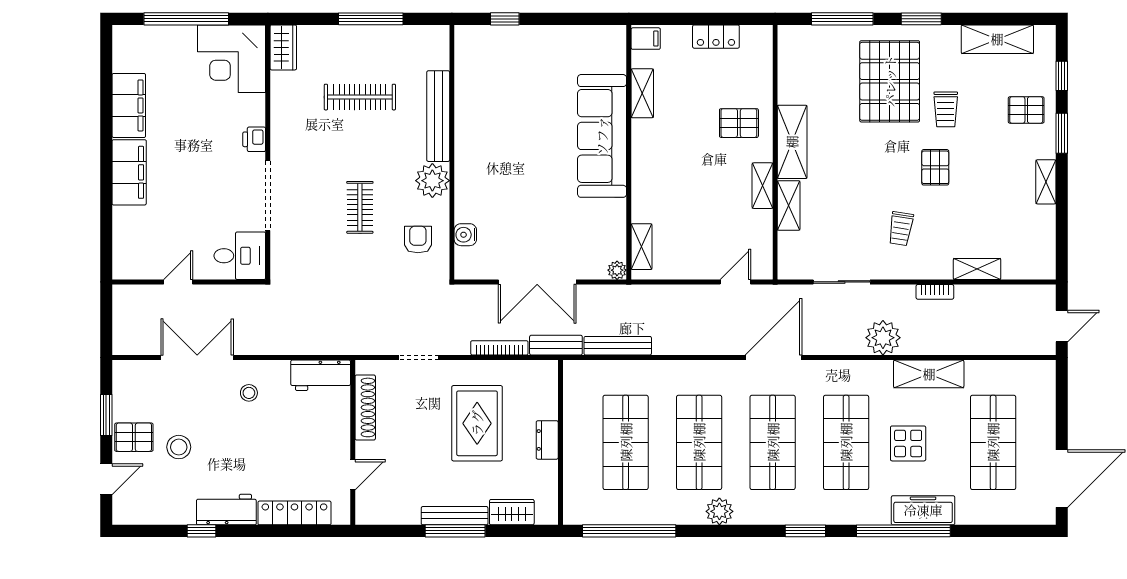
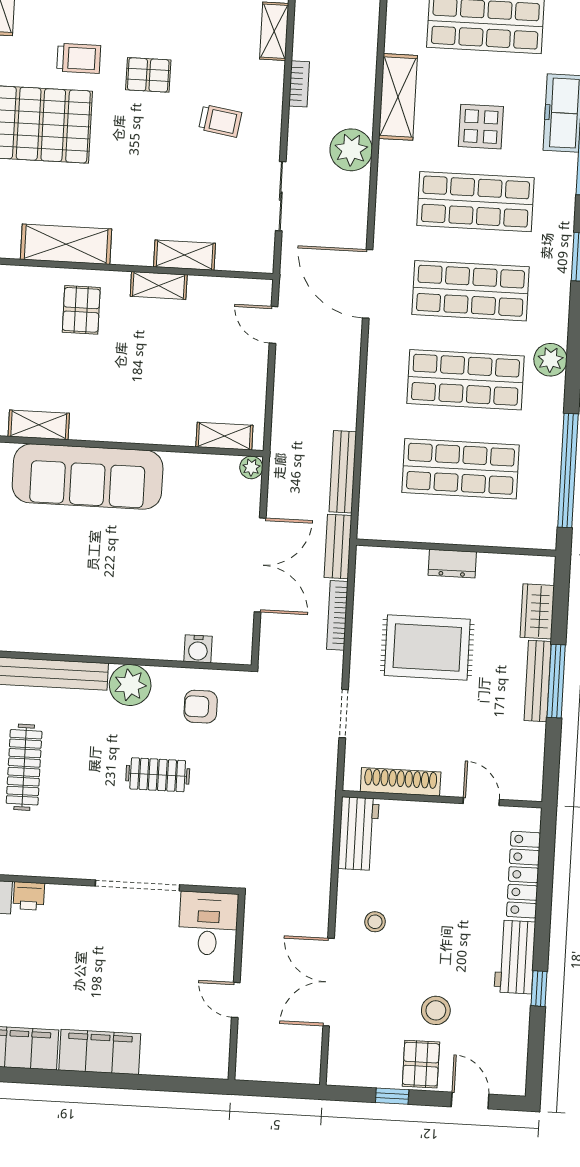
printer: (254, 139) -> (29, 896), moved
shelving: (792, 142) -> (66, 244), moved
window: (106, 415) -> (392, 1096), width x0.67

